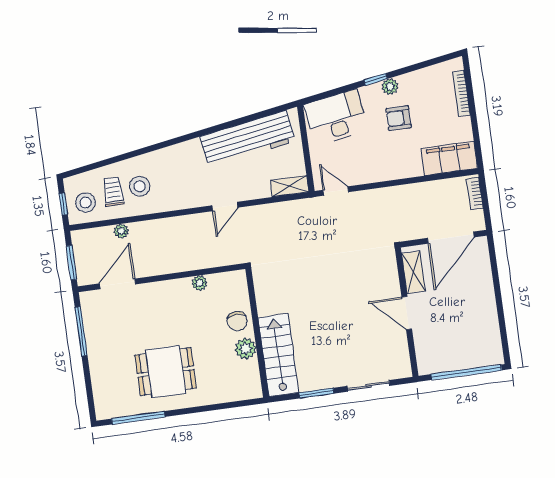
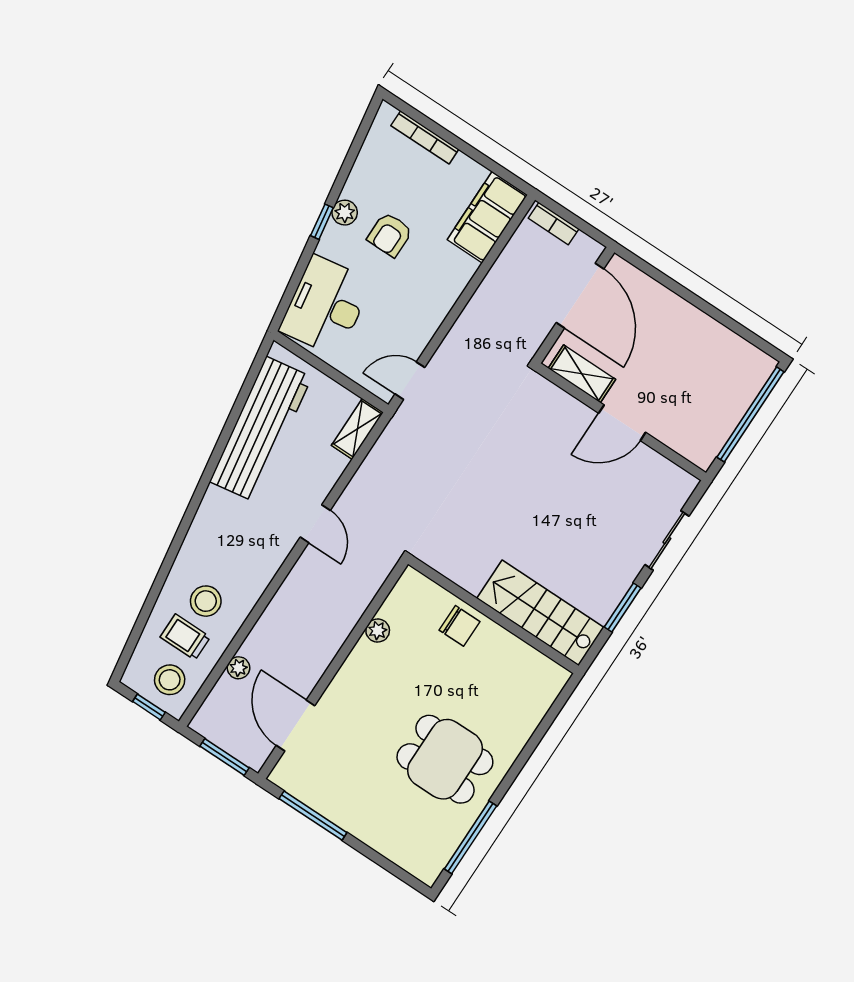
plant: (246, 349) -> (500, 644), removed
dining table: (166, 372) -> (445, 759), turned 90

